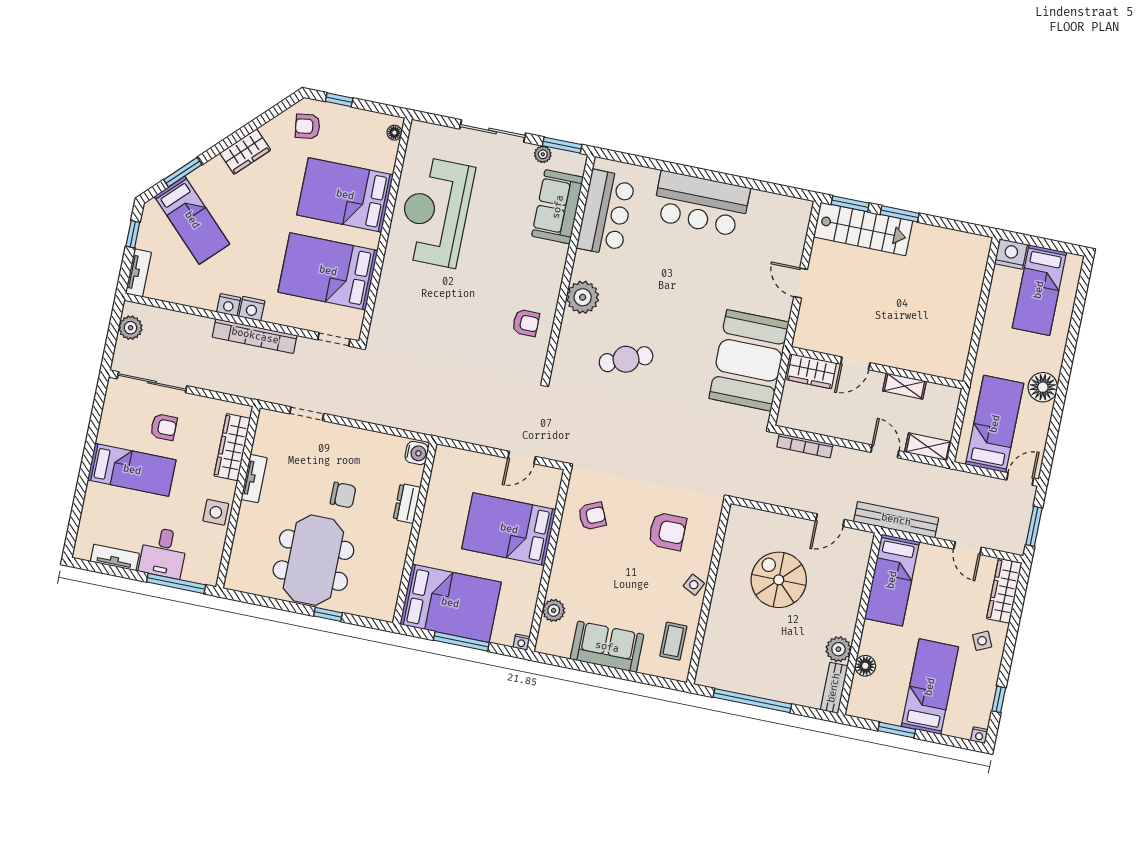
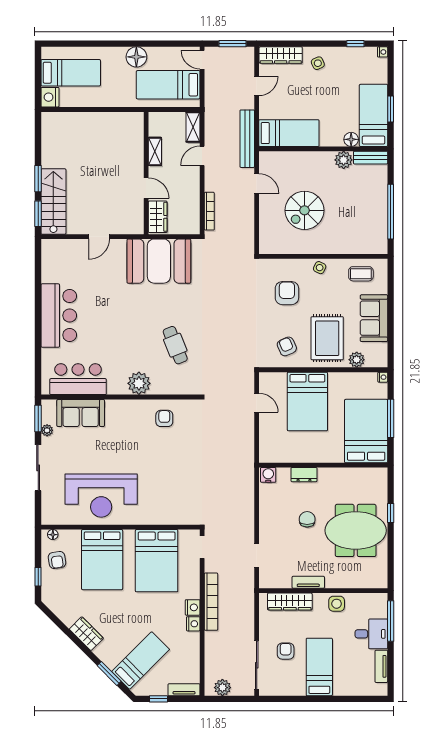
armchair: (308, 126) -> (57, 560), moved
rug: (592, 575) -> (327, 338), added
bed: (930, 687) -> (374, 115), moved, turned 90

